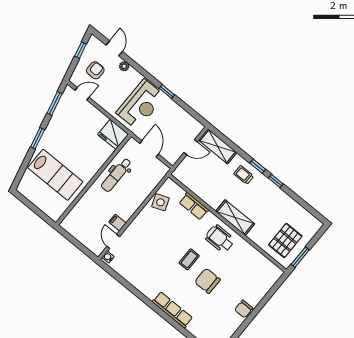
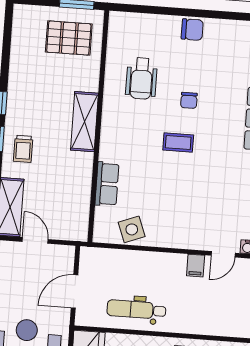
dental chair: (116, 175) -> (136, 310), turned 180
wheelchair: (220, 239) -> (141, 78), moved
chair: (207, 281) -> (189, 100), width x0.54, depth x0.54

